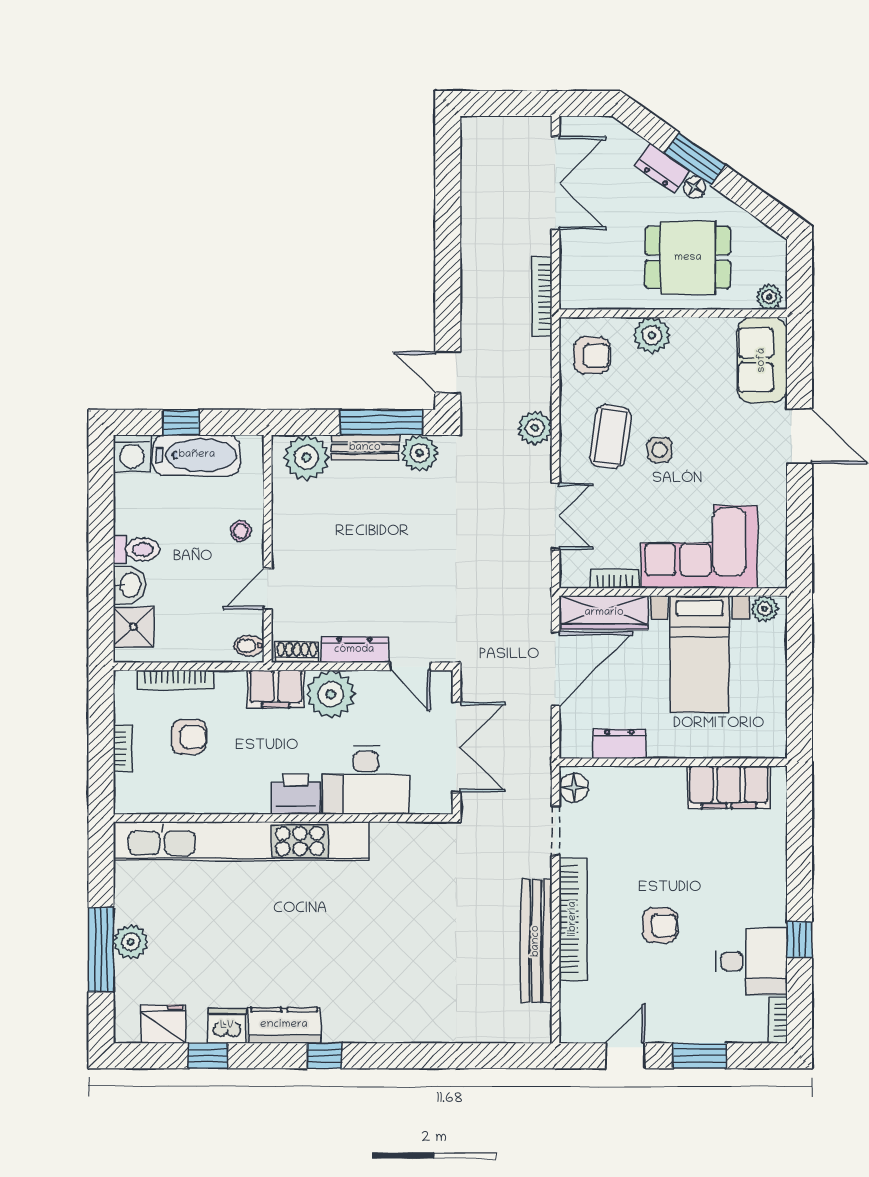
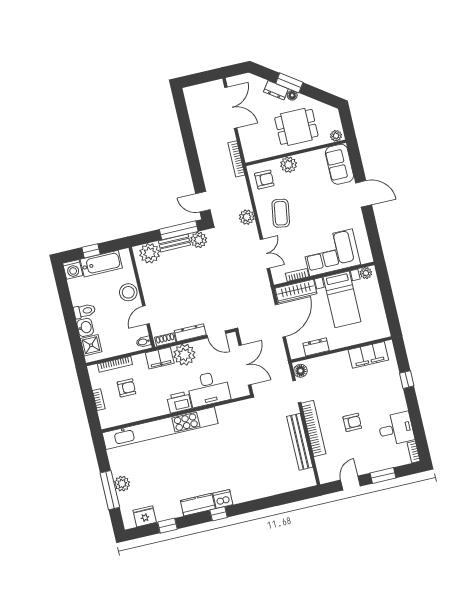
side table: (660, 450) -> (304, 214), removed
stool: (241, 531) -> (128, 292), width x1.89, depth x1.89
window: (799, 939) -> (407, 380), moved
dishwasher: (227, 1026) -> (223, 499), moved

